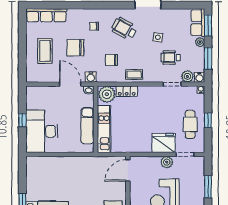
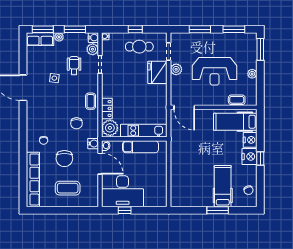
row of seats: (46, 15) -> (33, 179), width x1.36
wheelchair: (124, 29) -> (46, 111), removed
wheelchair: (171, 58) -> (74, 66), turned 180
door: (70, 84) -> (100, 164), swing flipped
window: (22, 120) -> (125, 210), moved
desk: (42, 131) -> (123, 191), moved

